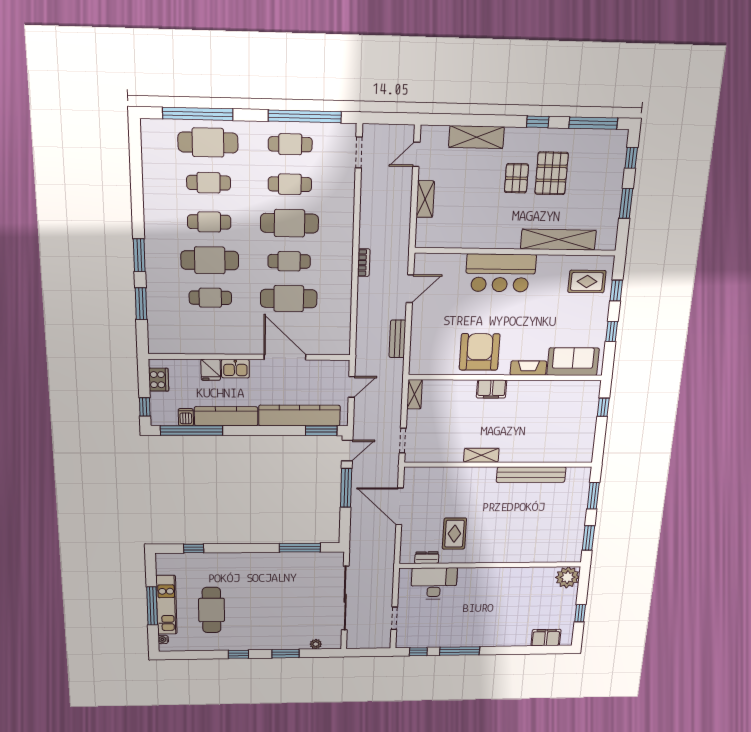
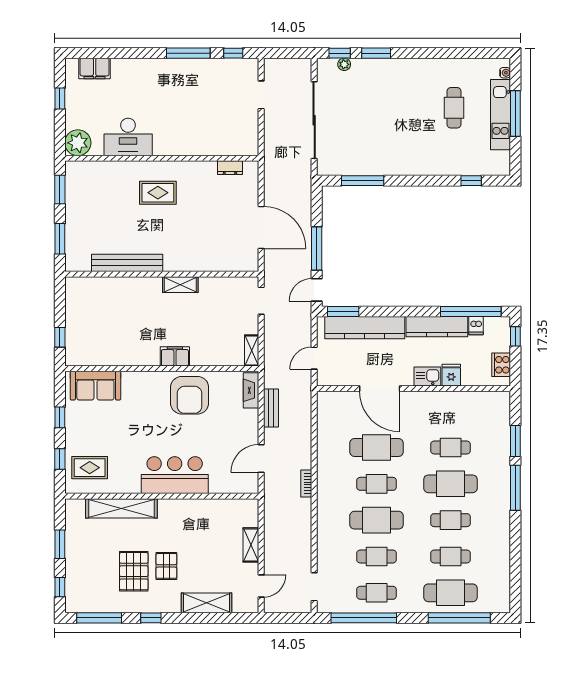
window: (139, 255) -> (515, 488), width x1.44
fireplace: (528, 368) -> (251, 390), moved, turned 90
rug: (454, 534) -> (158, 193), moved, turned 90
desk: (434, 583) -> (128, 137), moved
cafe table: (212, 610) -> (454, 108), width x0.73, depth x0.74
window: (238, 654) -> (340, 53), moved

